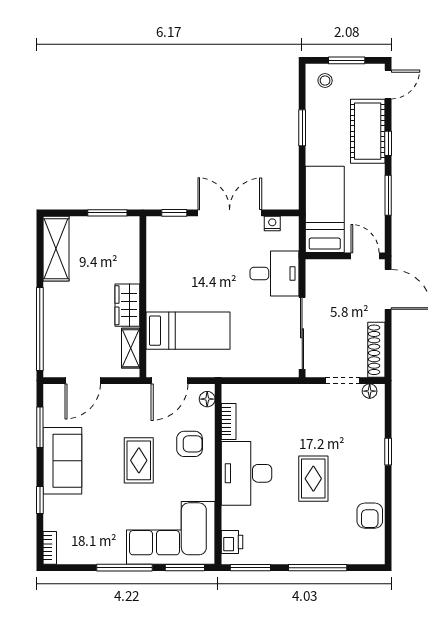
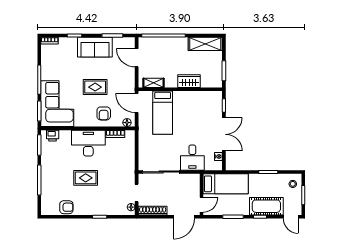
wardrobe: (127, 305) -> (189, 81), moved
armchair: (370, 516) -> (66, 207), turned 180

